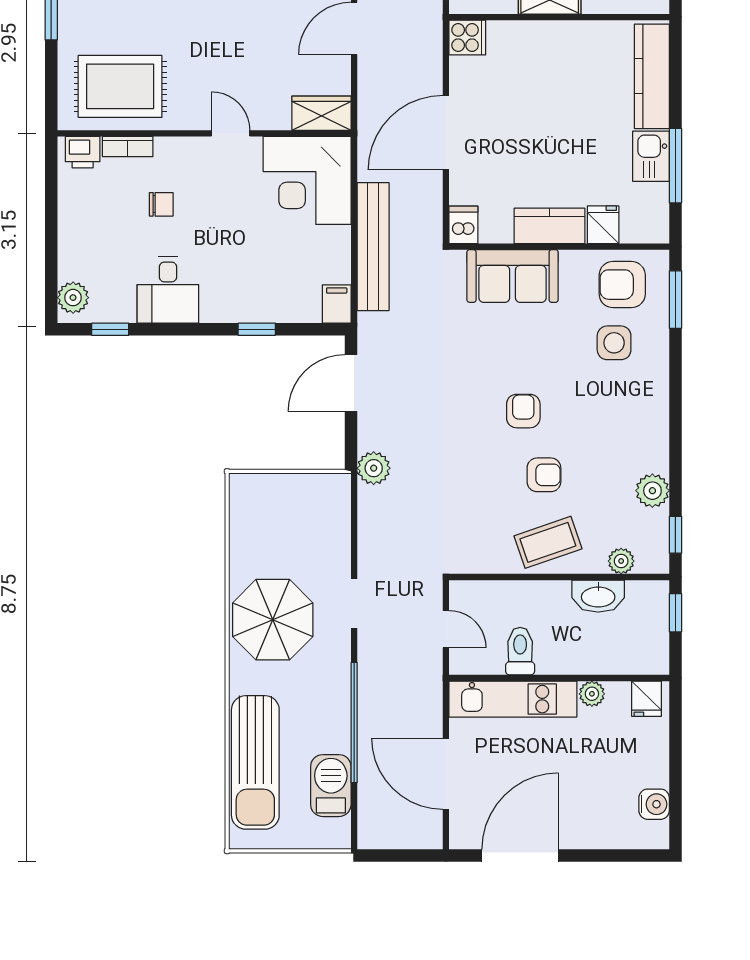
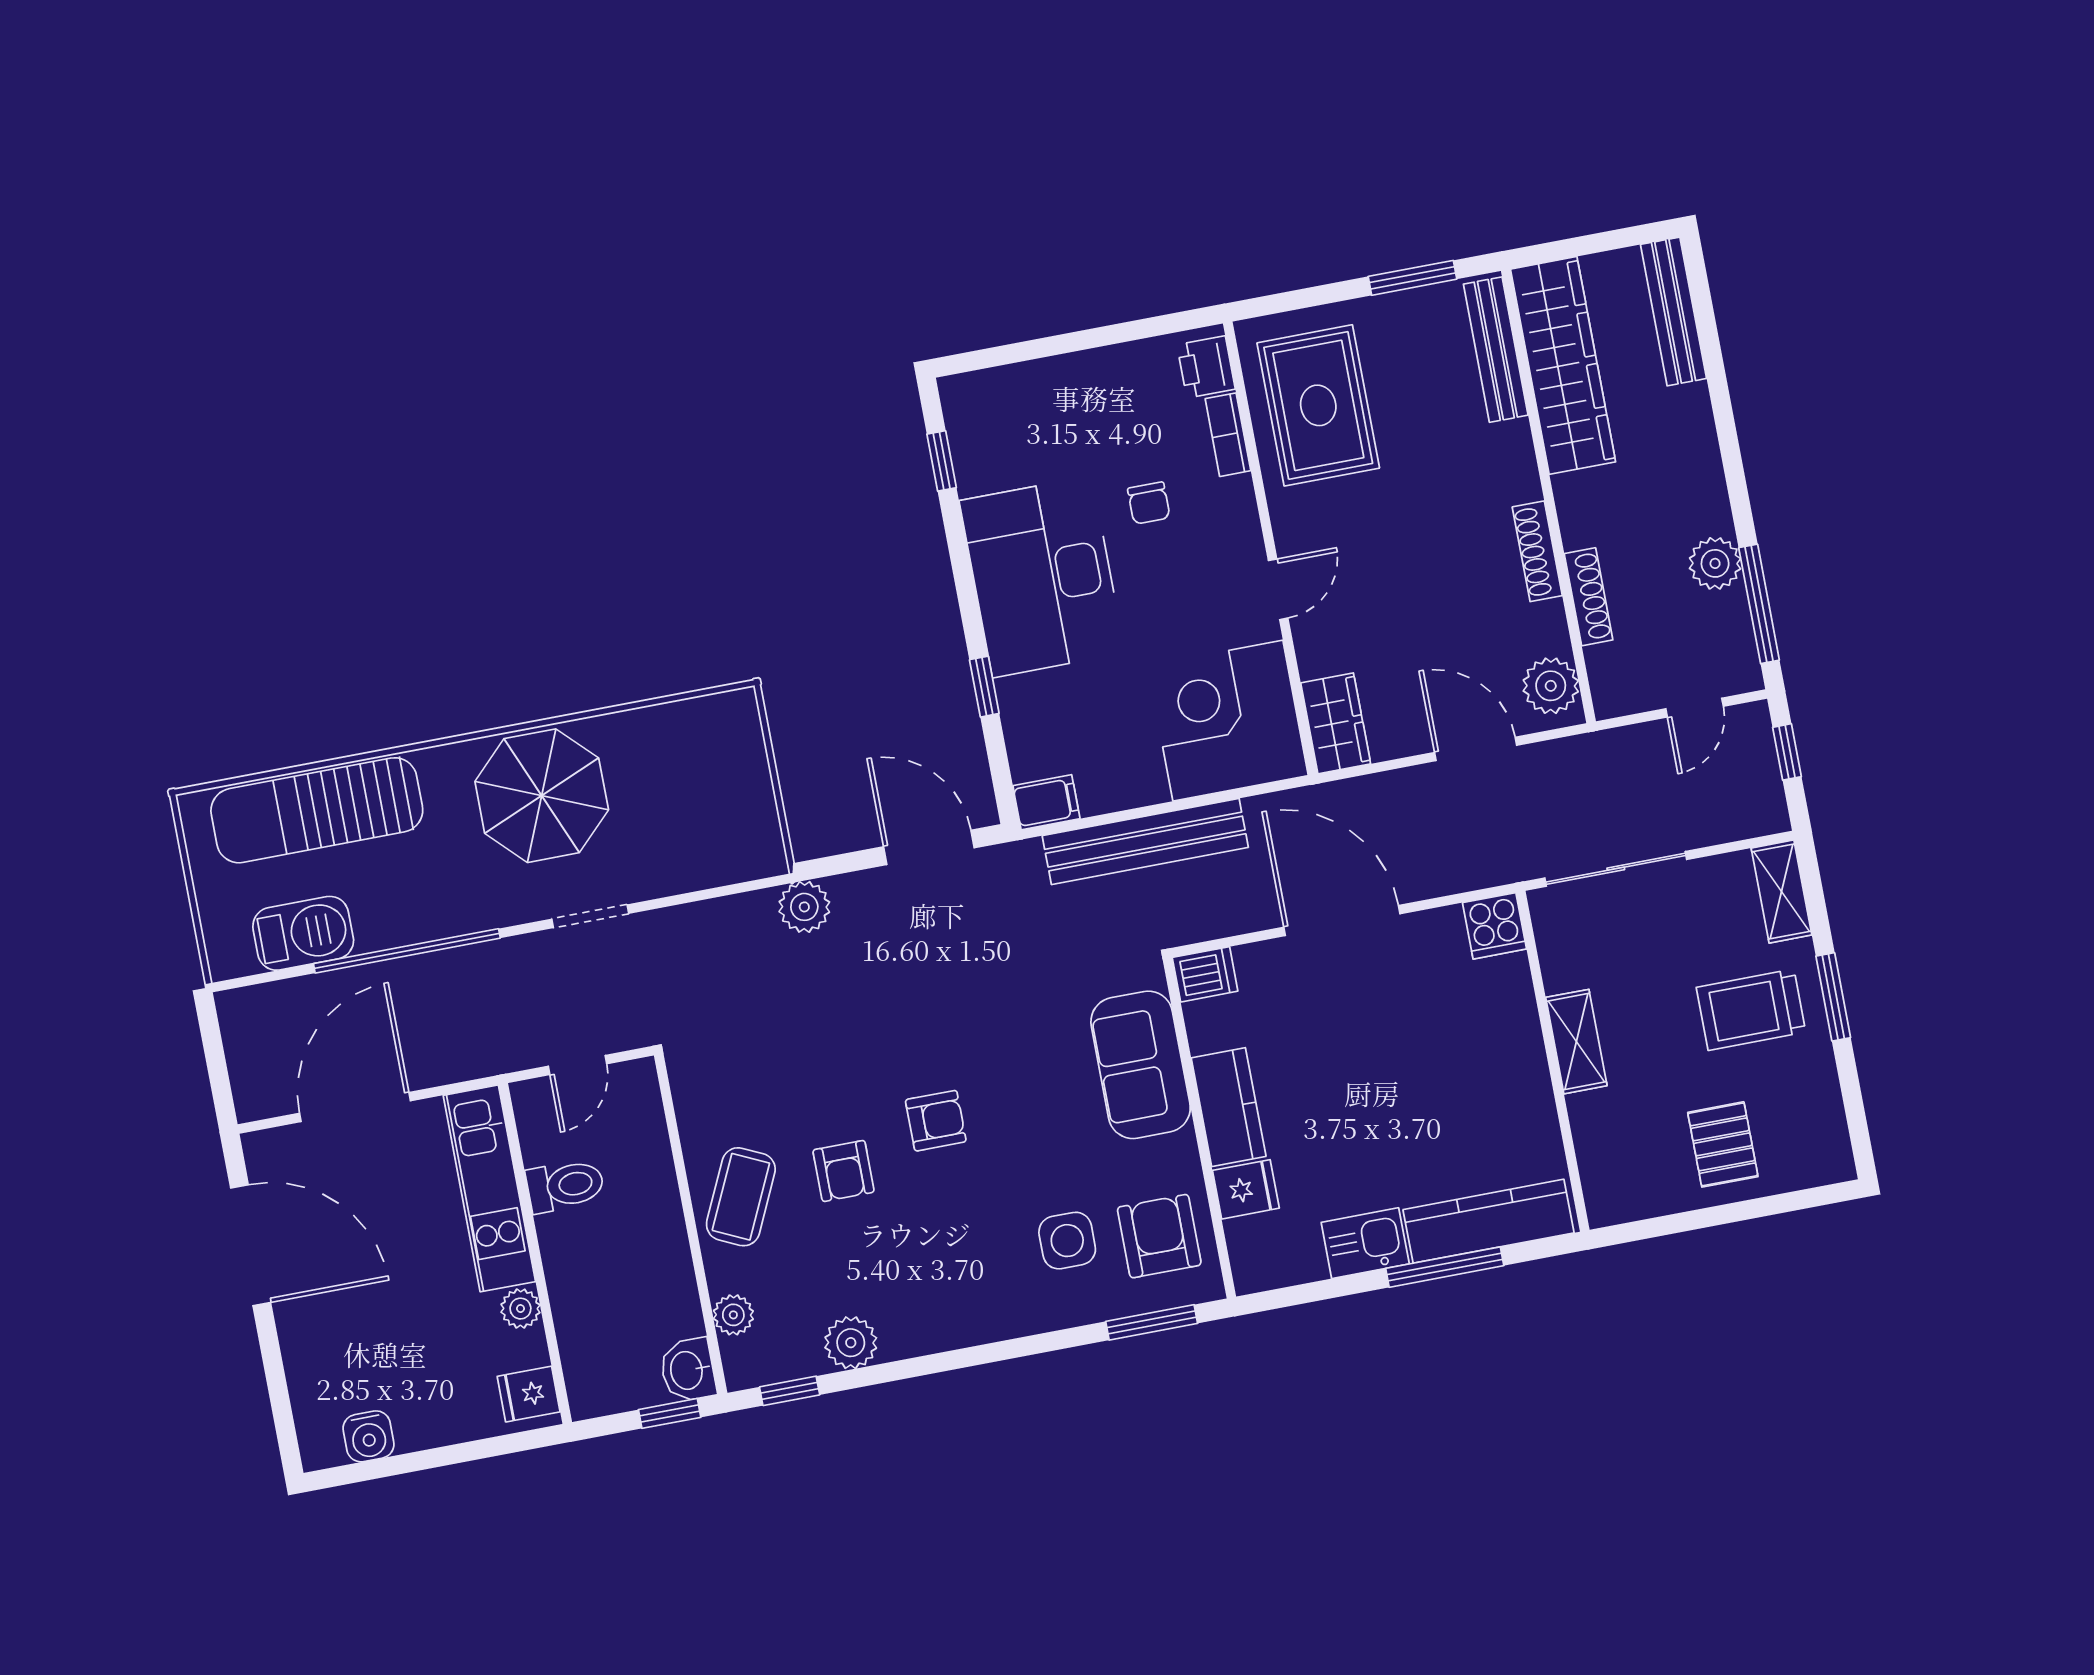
window: (675, 166) -> (1445, 1267), moved
desk: (168, 290) -> (1042, 577), width x1.87, depth x1.30
plant: (73, 298) -> (980, 394), removed
coffee table: (548, 542) -> (741, 1197), turned 44
washbasin: (598, 596) -> (688, 1370), moved, width x0.72

